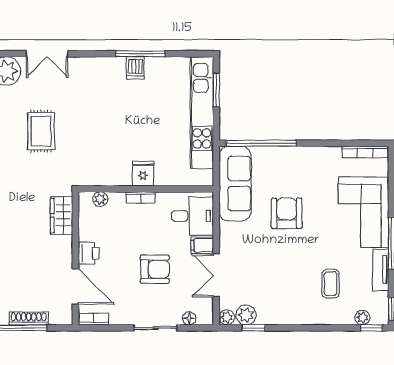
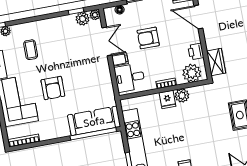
plant: (121, 176) -> (182, 95), added
sofa: (235, 184) -> (94, 121), moved, turned 90
plant: (100, 199) -> (192, 73), width x1.87, depth x1.87
armchair: (287, 213) -> (53, 88), moved
printer: (88, 253) -> (196, 51), moved

